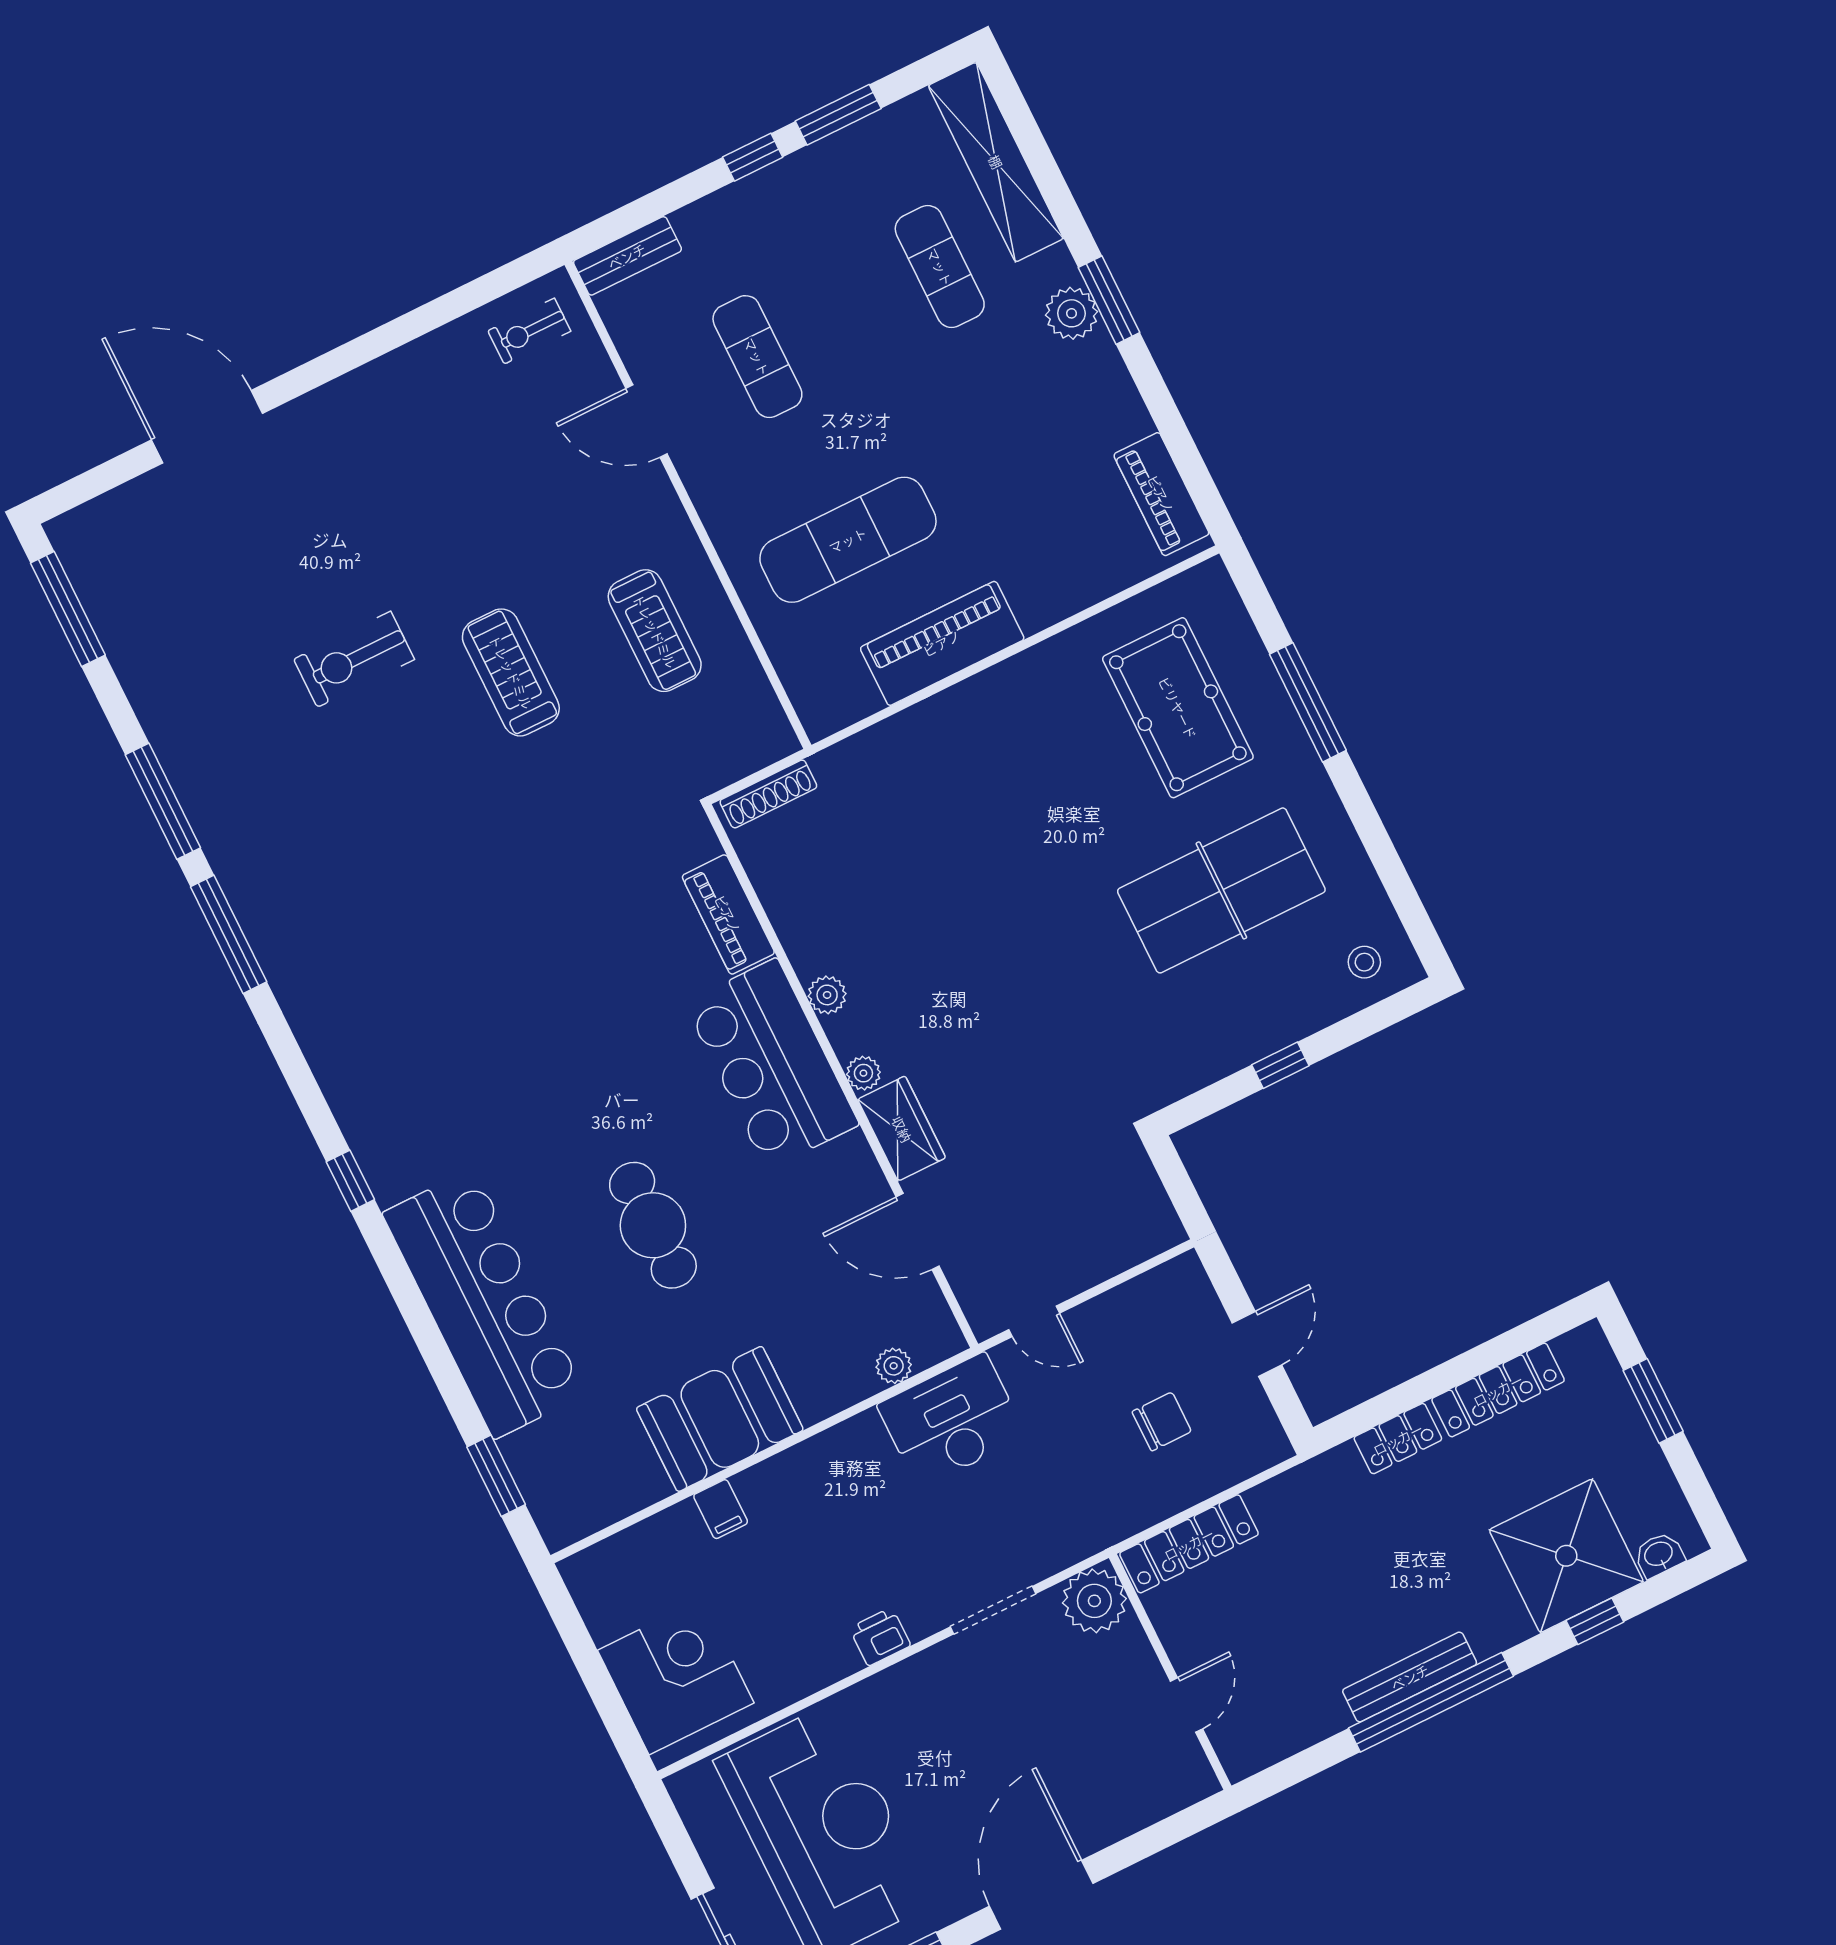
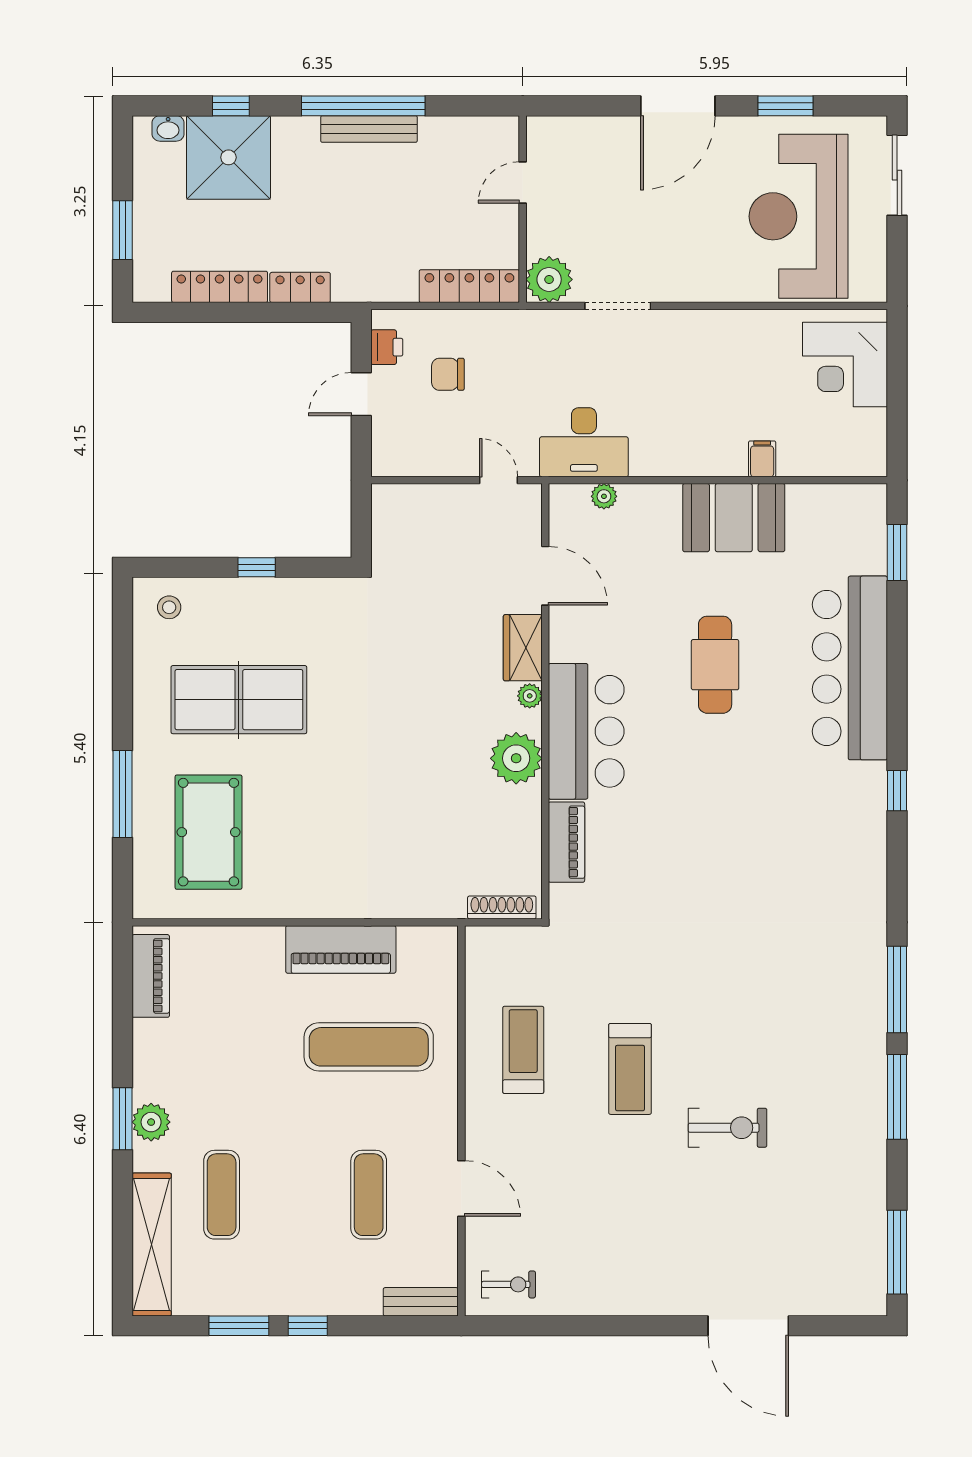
plant: (827, 995) -> (516, 758), width x1.88, depth x1.88
printer: (880, 1637) -> (387, 347), moved, turned -90

